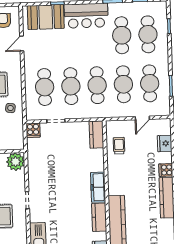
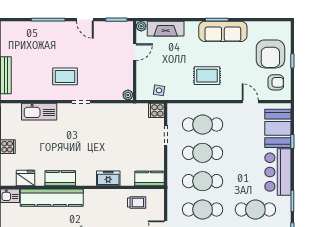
side table: (10, 108) -> (159, 90), moved
plant: (15, 162) -> (128, 95), width x0.53, depth x0.53
freezer: (98, 187) -> (108, 178), moved, width x0.71

